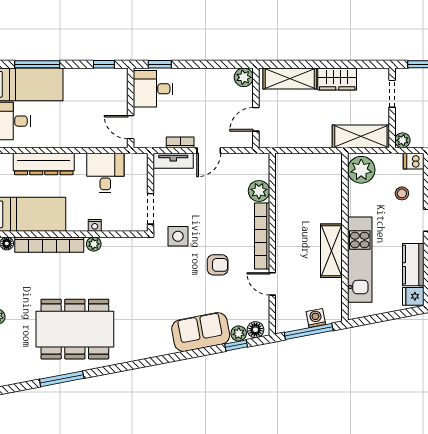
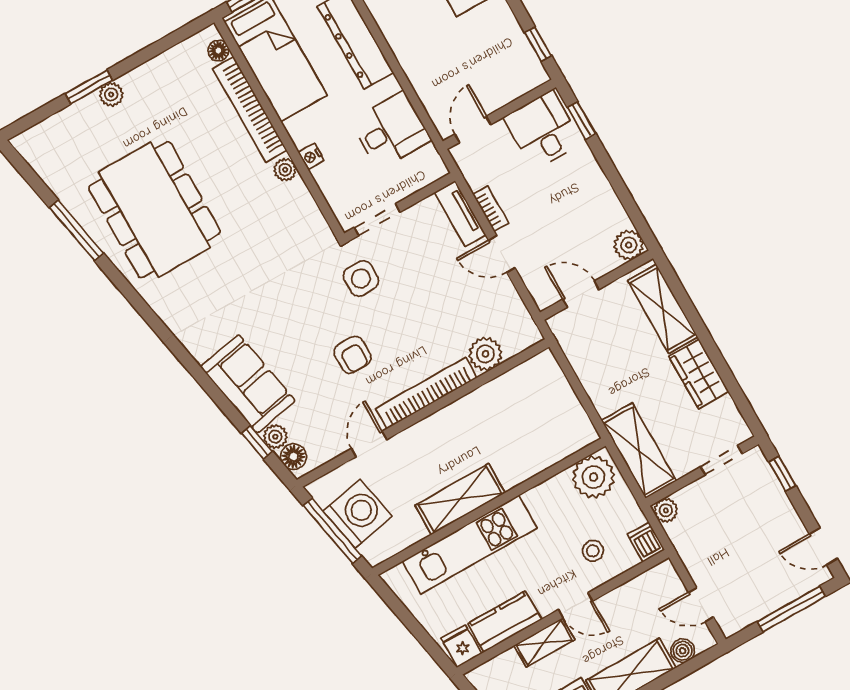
washing machine: (316, 318) -> (358, 514), width x1.89, depth x1.89

